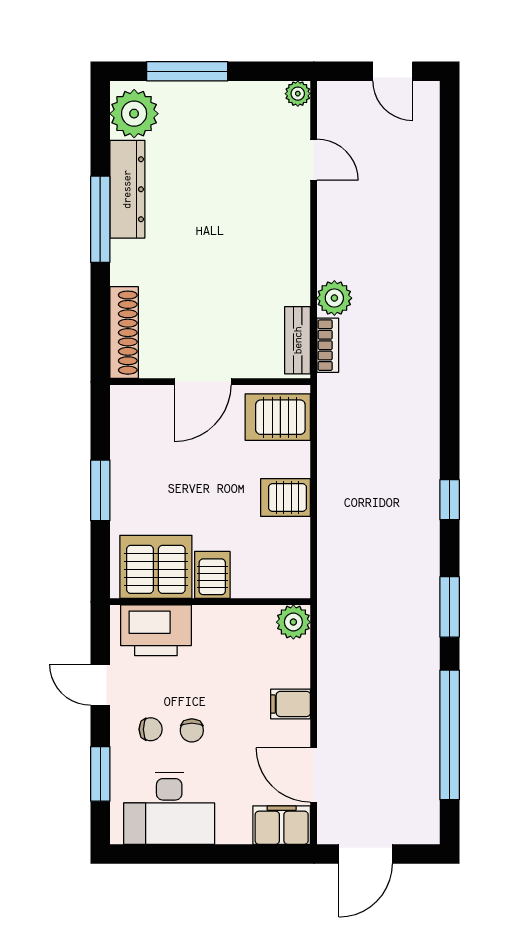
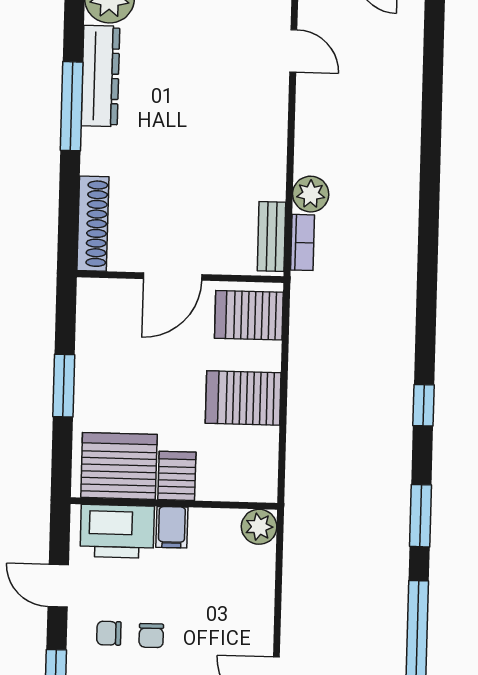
server rack: (285, 498) -> (243, 398), width x1.36, depth x1.44
filing cabinet: (291, 704) -> (172, 527), moved, turned -90
chair: (151, 729) -> (109, 633), turned 180

